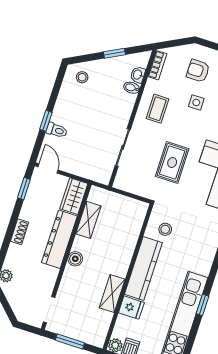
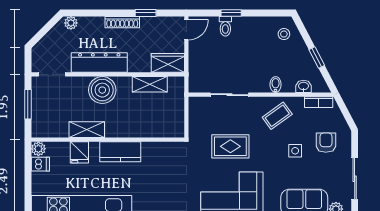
bidet: (132, 88) -> (276, 85), moved
coffee table: (158, 109) -> (277, 116), turned -36
window: (24, 189) -> (146, 13), moved
stool: (165, 229) -> (164, 160), removed
shoe rack: (19, 232) -> (122, 22), width x1.43
dresser: (59, 239) -> (99, 63), moved
boiler: (75, 259) -> (102, 90), width x1.86, depth x1.86
kitchen counter: (143, 269) -> (120, 152), width x0.67

